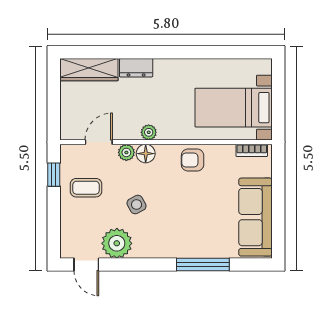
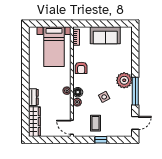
door: (99, 142) -> (72, 127), moved
window: (54, 175) -> (101, 140), moved
sofa: (255, 217) -> (105, 35), width x0.73
plant: (117, 243) -> (124, 80), moved
window: (203, 265) -> (135, 91), moved

